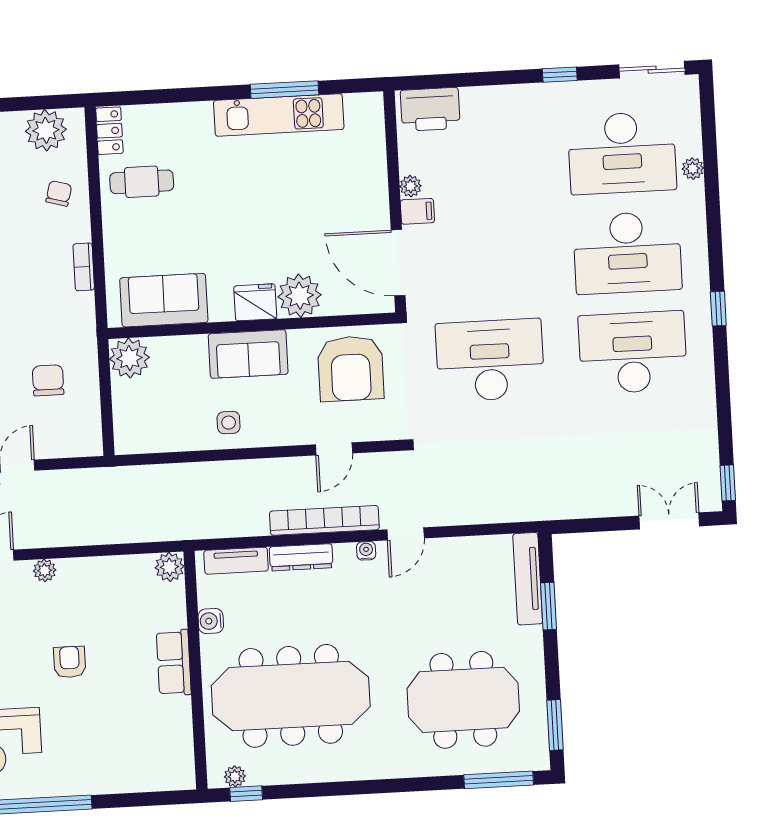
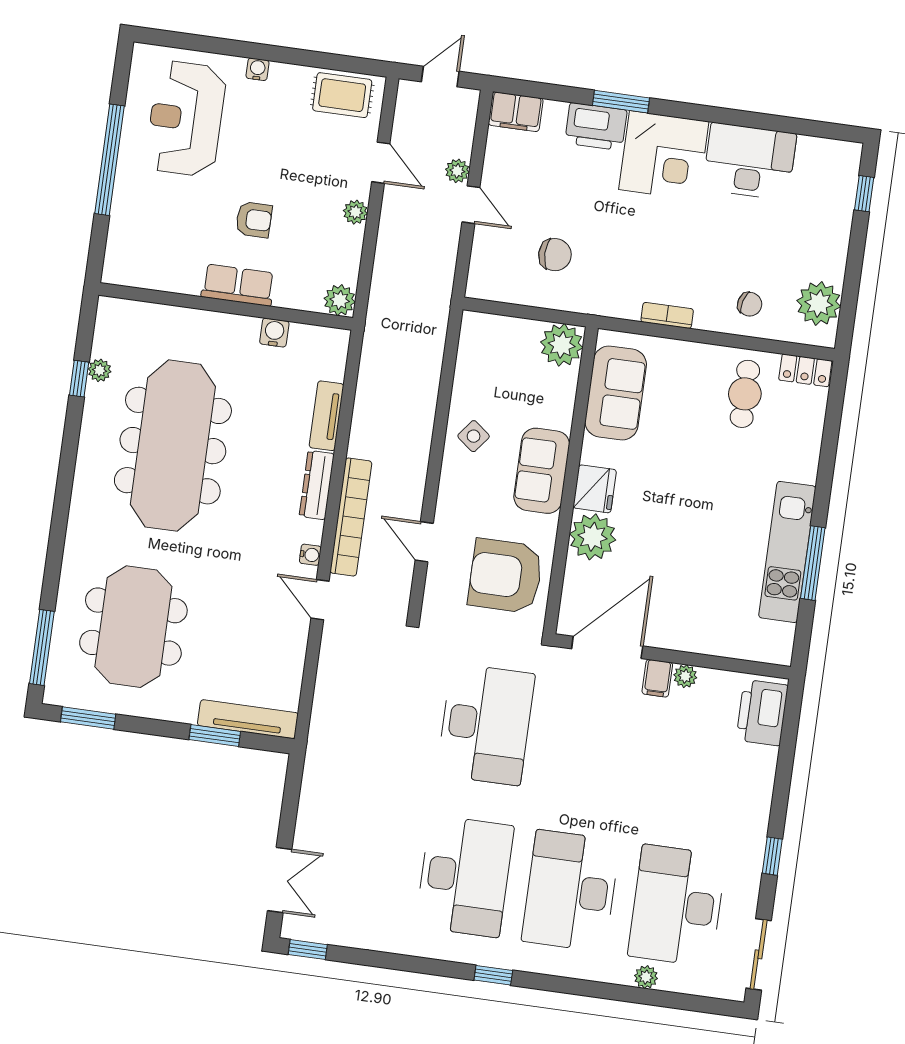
side table: (229, 423) -> (474, 436), turned 38
plant: (170, 567) -> (340, 300), moved
water cooler: (211, 621) -> (274, 333), moved
row of seats: (174, 663) -> (238, 285), moved
wall: (195, 670) -> (226, 306), moved

